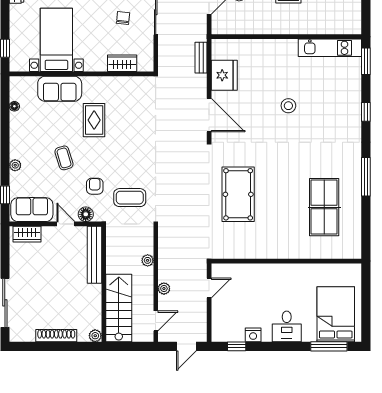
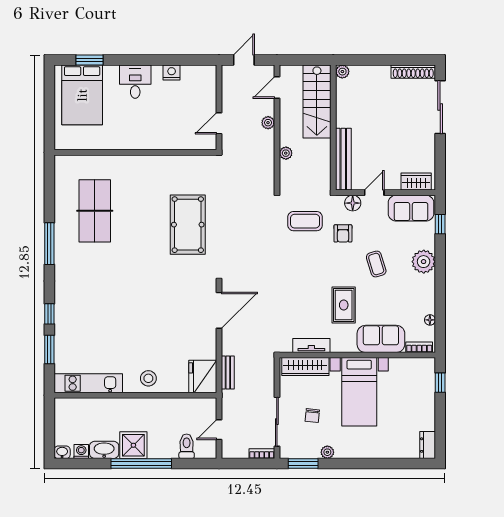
bed with nightstands: (56, 40) -> (359, 392), moved
window: (366, 61) -> (49, 349), moved
wardrobe: (122, 63) -> (305, 367), width x1.50
fridge: (224, 75) -> (203, 376), moved
bookcase: (24, 81) -> (419, 347), added
tv unit: (124, 83) -> (311, 346), added
stool: (288, 106) -> (148, 378), moved
door: (209, 115) -> (219, 310), swing flipped
plant: (15, 165) -> (424, 262), width x1.87, depth x1.87
door: (66, 224) -> (374, 193), swing flipped
shoe rack: (56, 336) -> (413, 72), moved
window: (237, 346) -> (189, 60), removed
window: (329, 346) -> (90, 60), width x0.69

